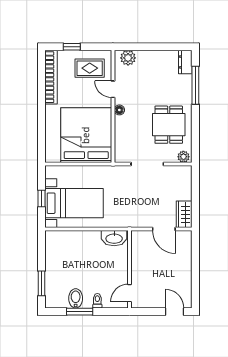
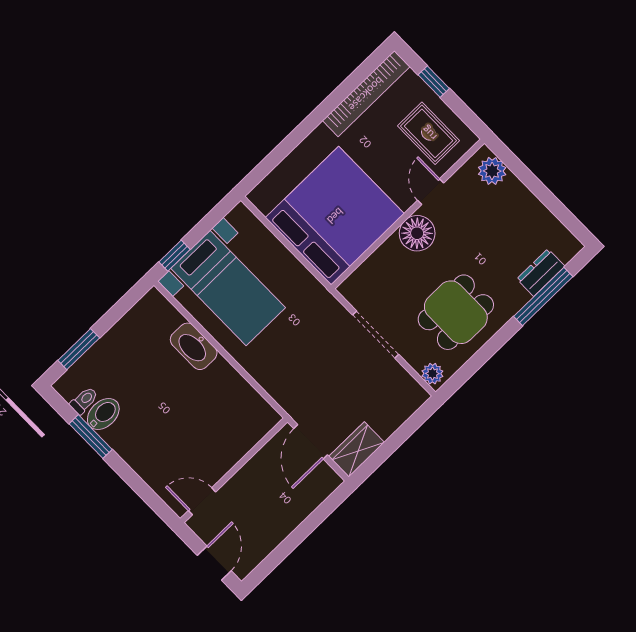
dresser: (185, 62) -> (541, 273), moved
floor lamp: (119, 110) -> (417, 233), width x1.89, depth x1.89
window: (41, 199) -> (175, 256), moved
washbasin: (114, 238) -> (194, 346), moved
wall: (130, 269) -> (234, 470), moved
door: (130, 293) -> (202, 501), moved
toilet: (97, 301) -> (84, 401), moved

